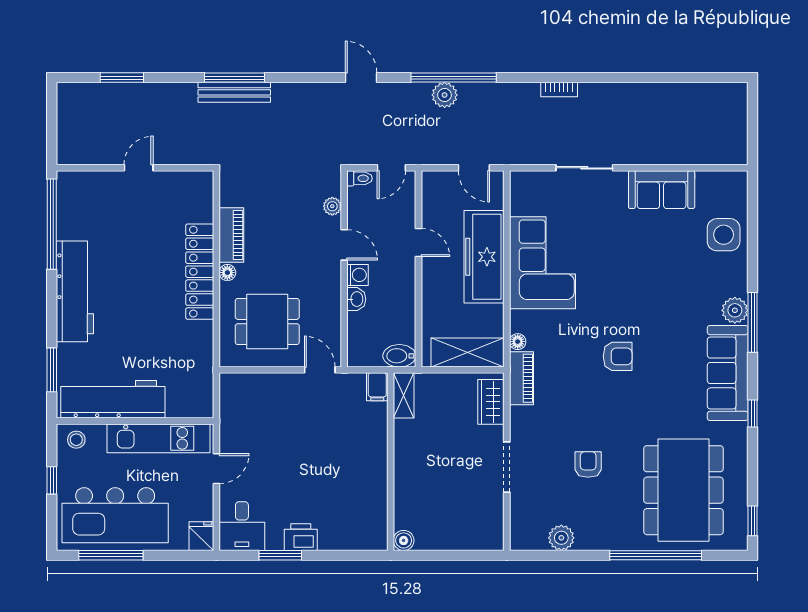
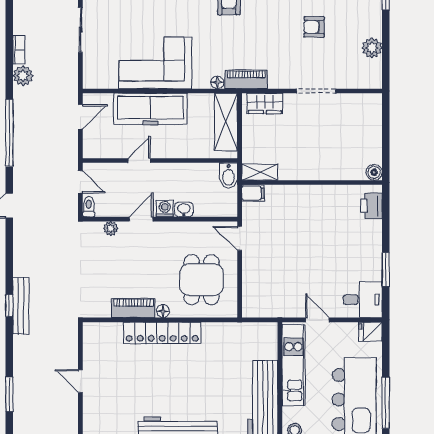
window: (235, 78) -> (9, 305), width x0.46
plant: (445, 95) -> (23, 76), moved
door: (320, 370) -> (240, 238), hinge flipped
printer: (301, 537) -> (371, 206), moved

